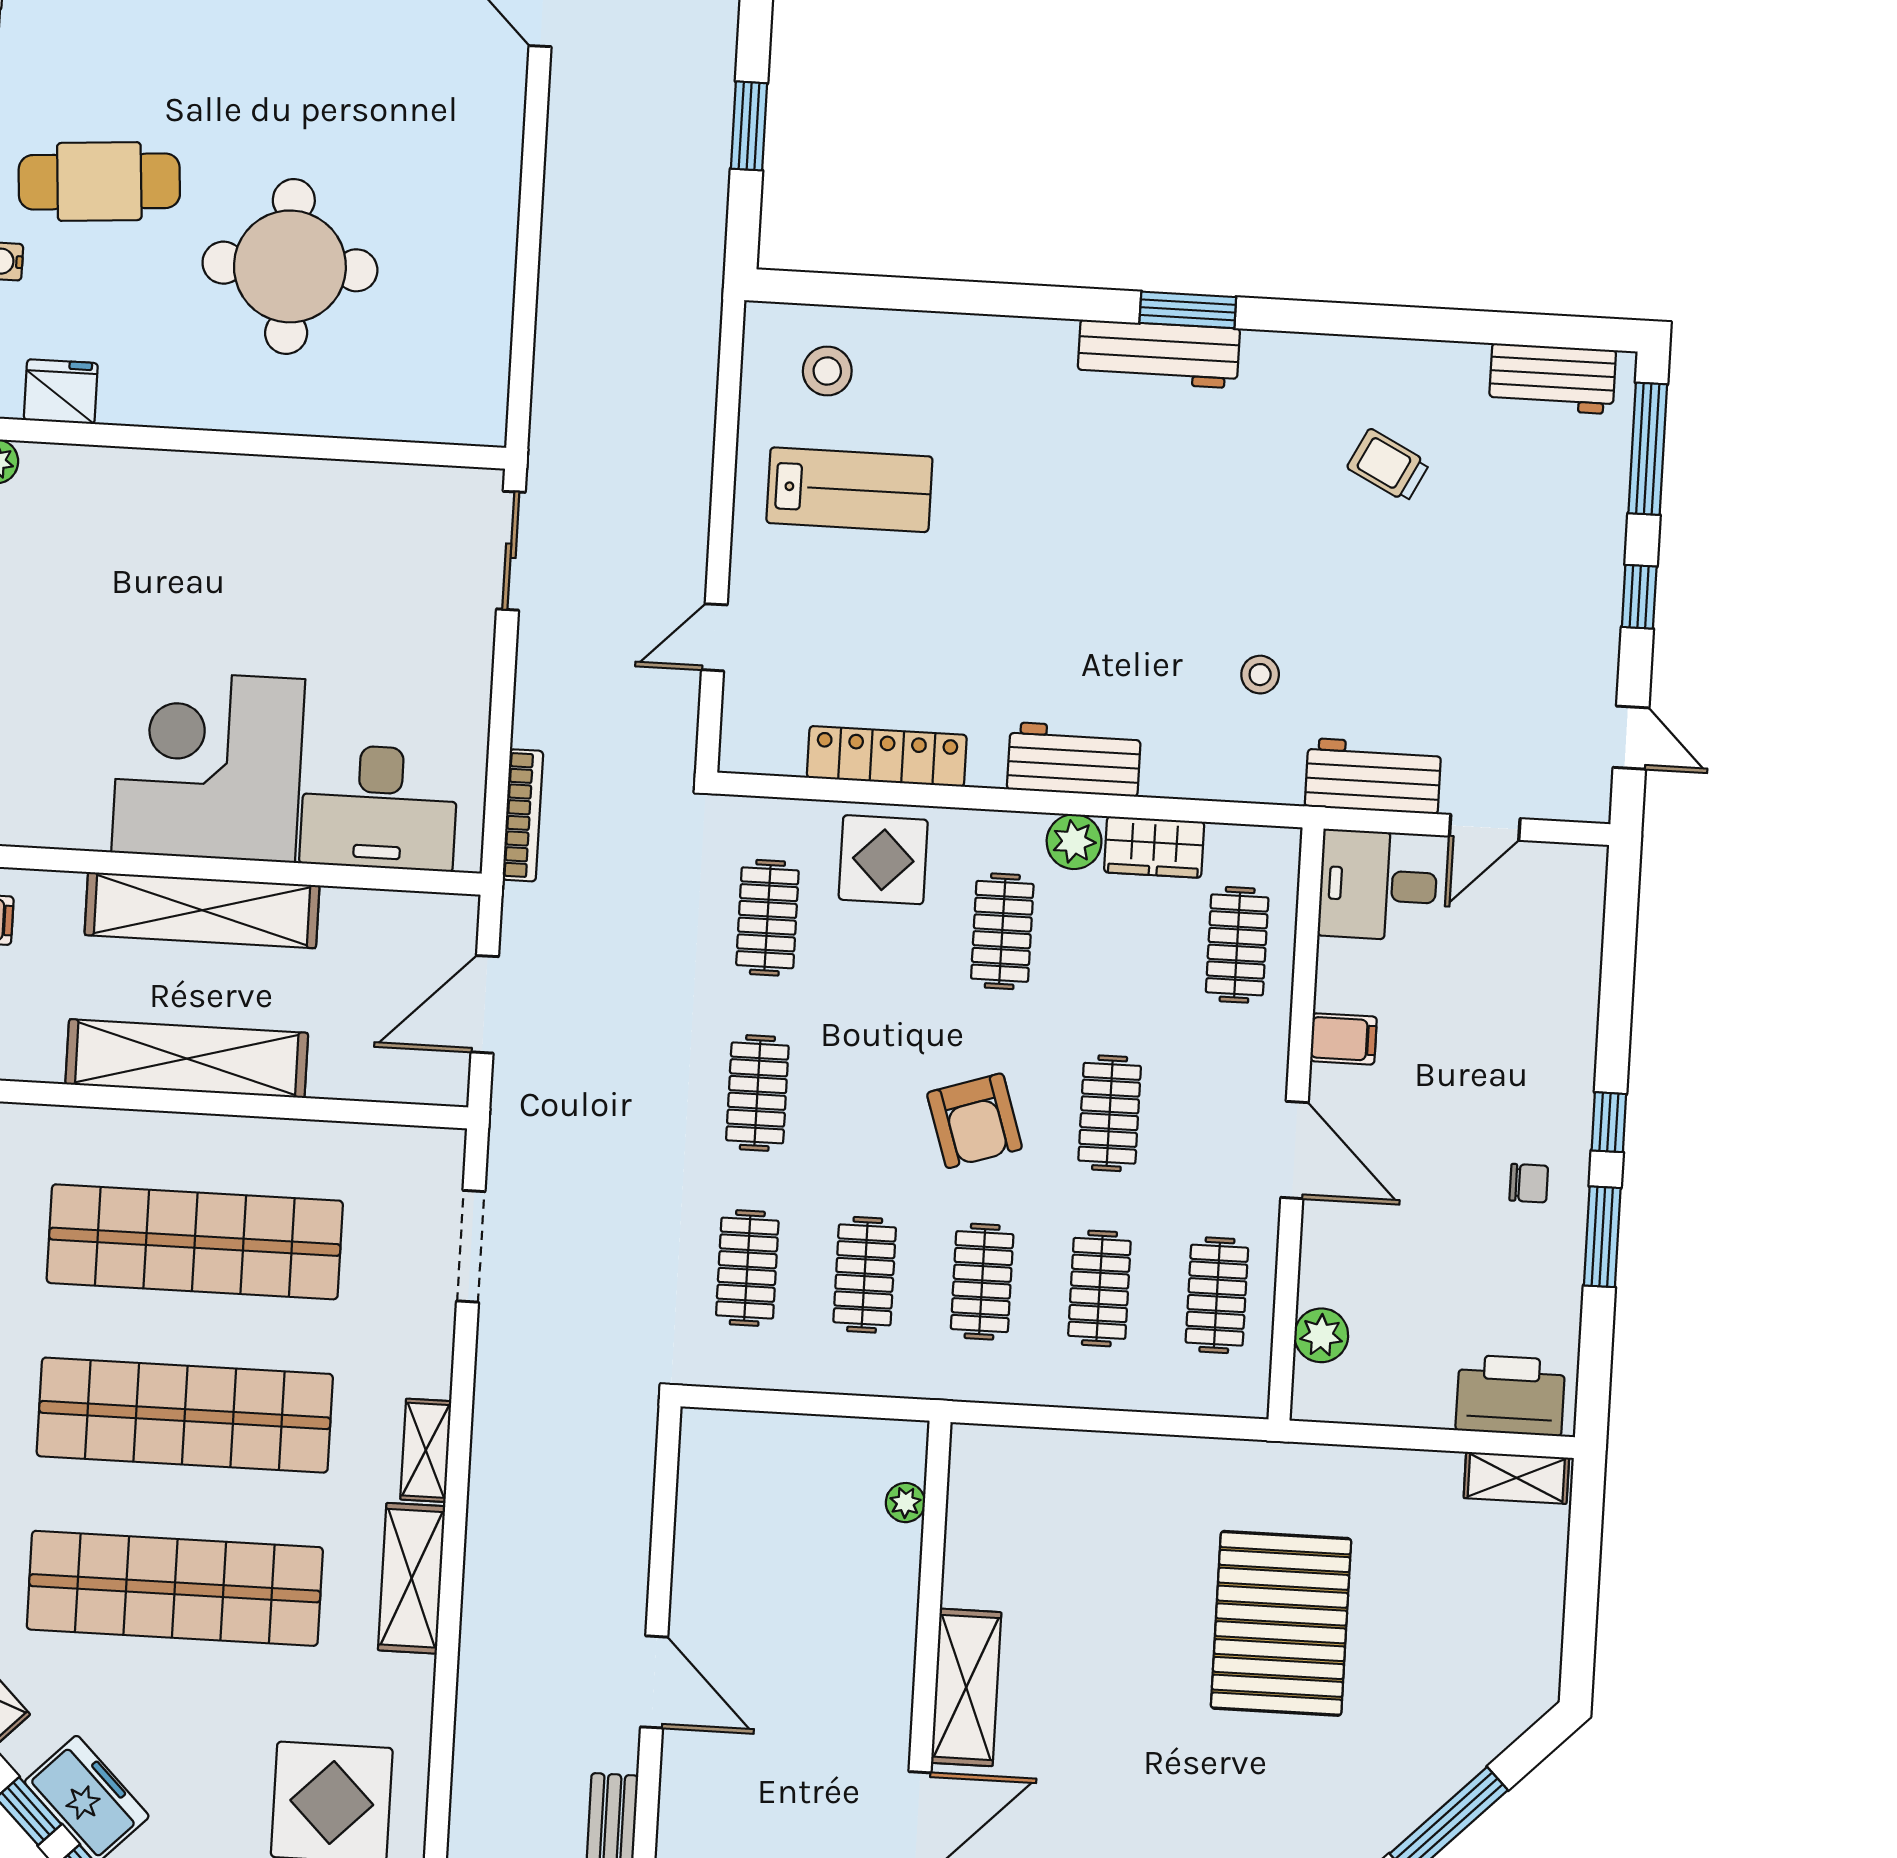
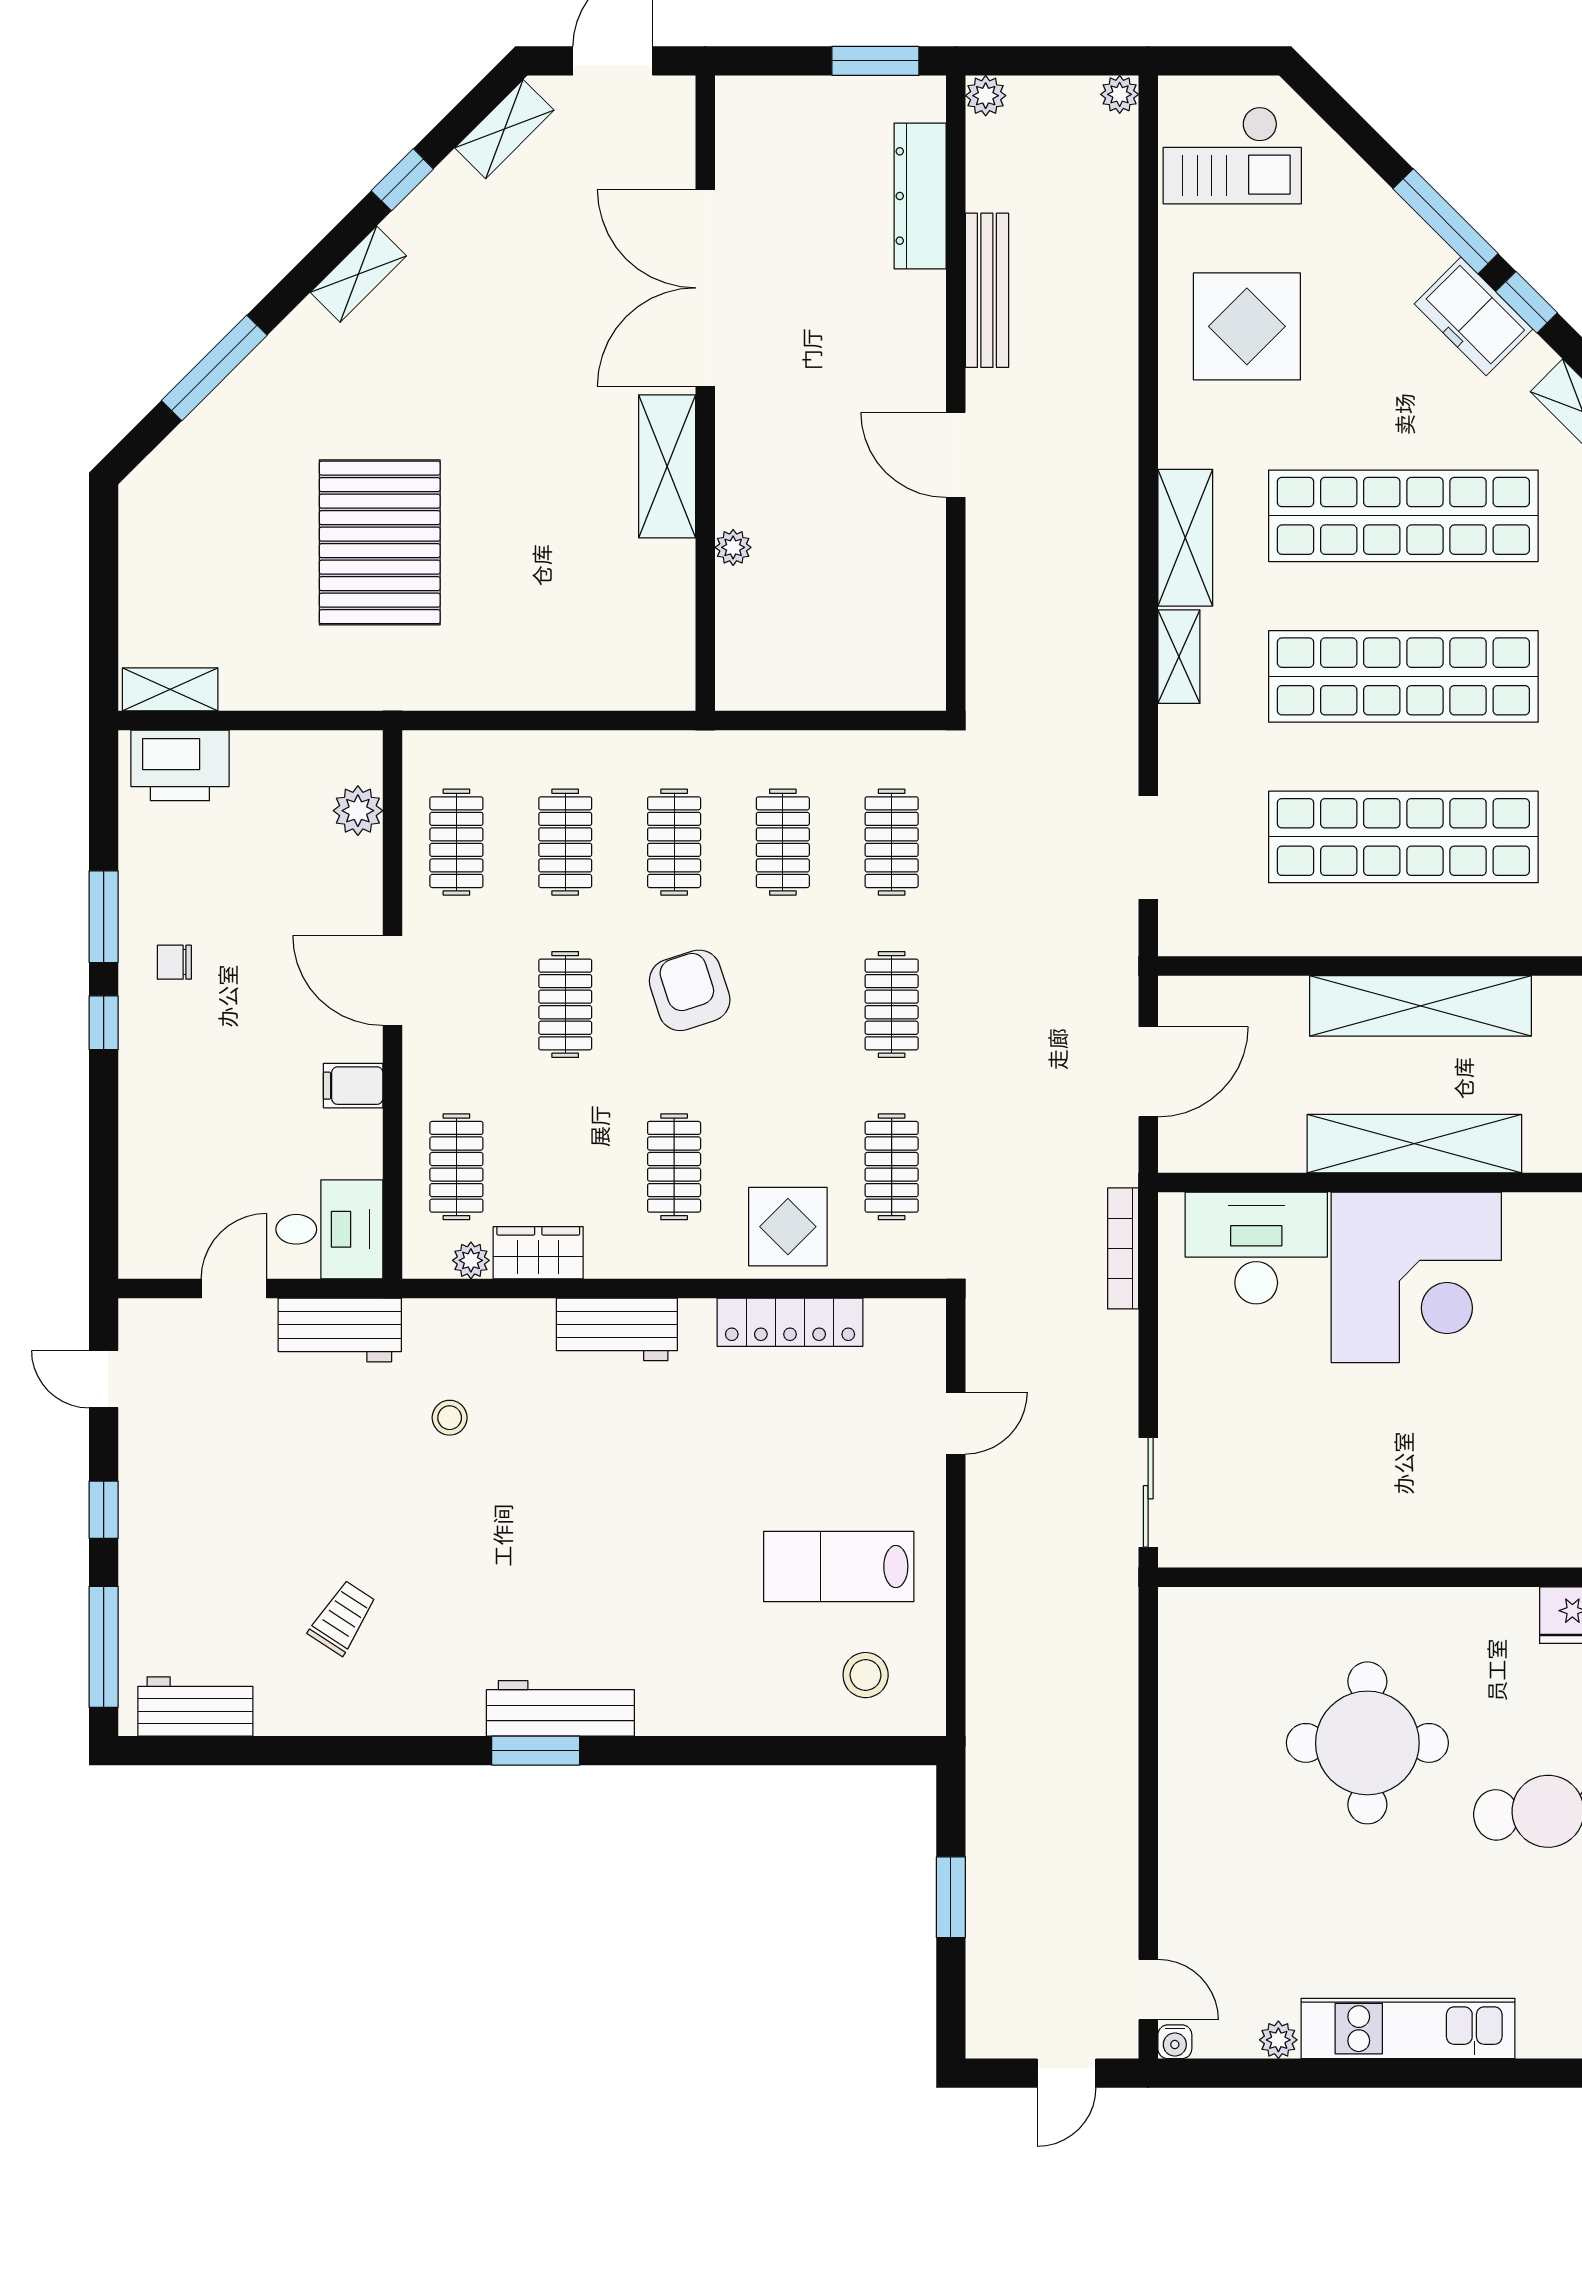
trolley: (1388, 465) -> (342, 1618), turned -84
plant: (1074, 842) -> (471, 1260), moved, width x0.73, depth x0.73
plant: (905, 1503) -> (733, 547), moved

